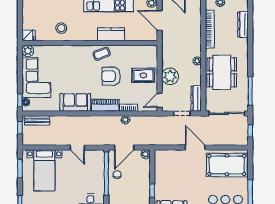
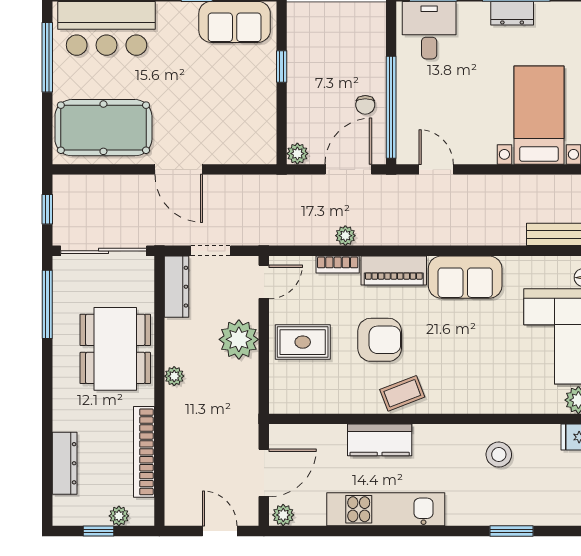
door: (160, 20) -> (264, 473), hinge flipped
door: (77, 148) -> (436, 169), moved

